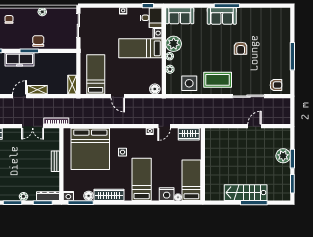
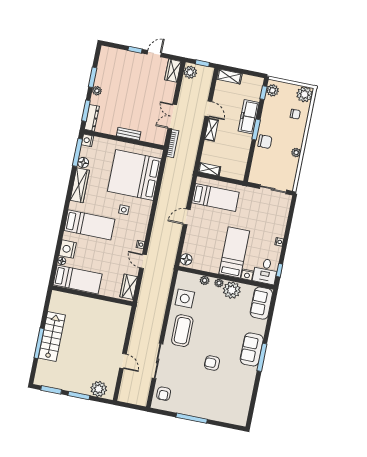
plant: (283, 156) -> (99, 389), moved

